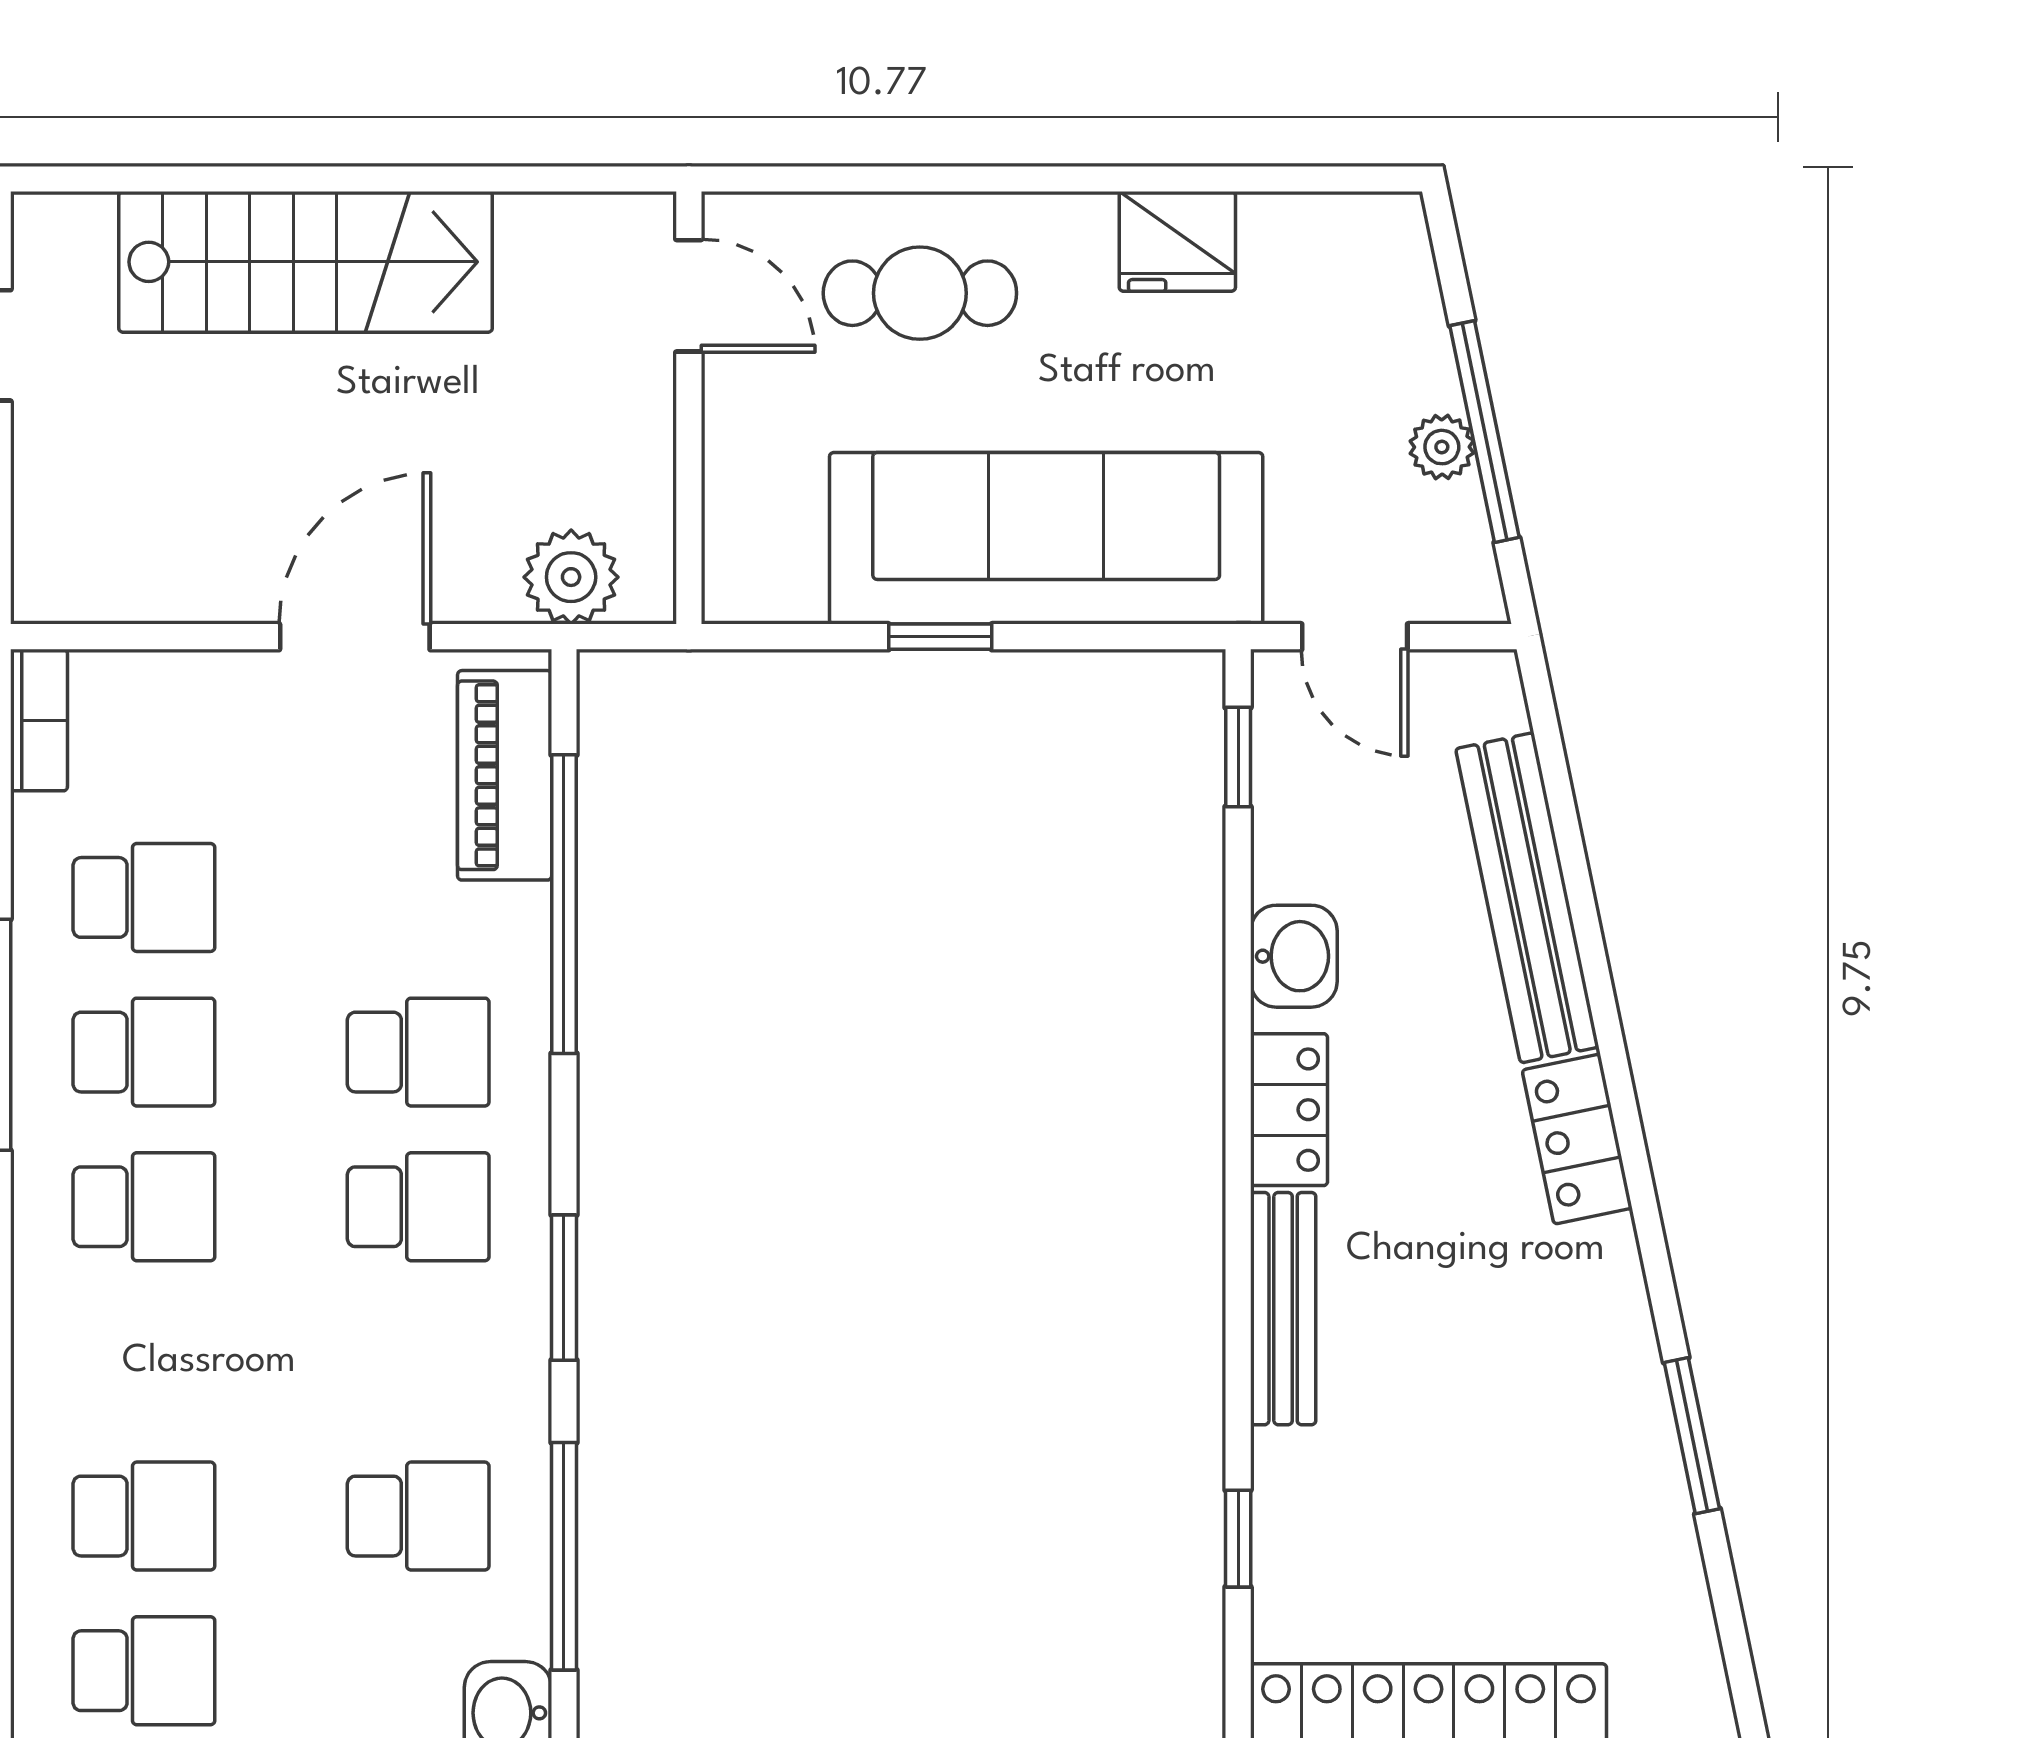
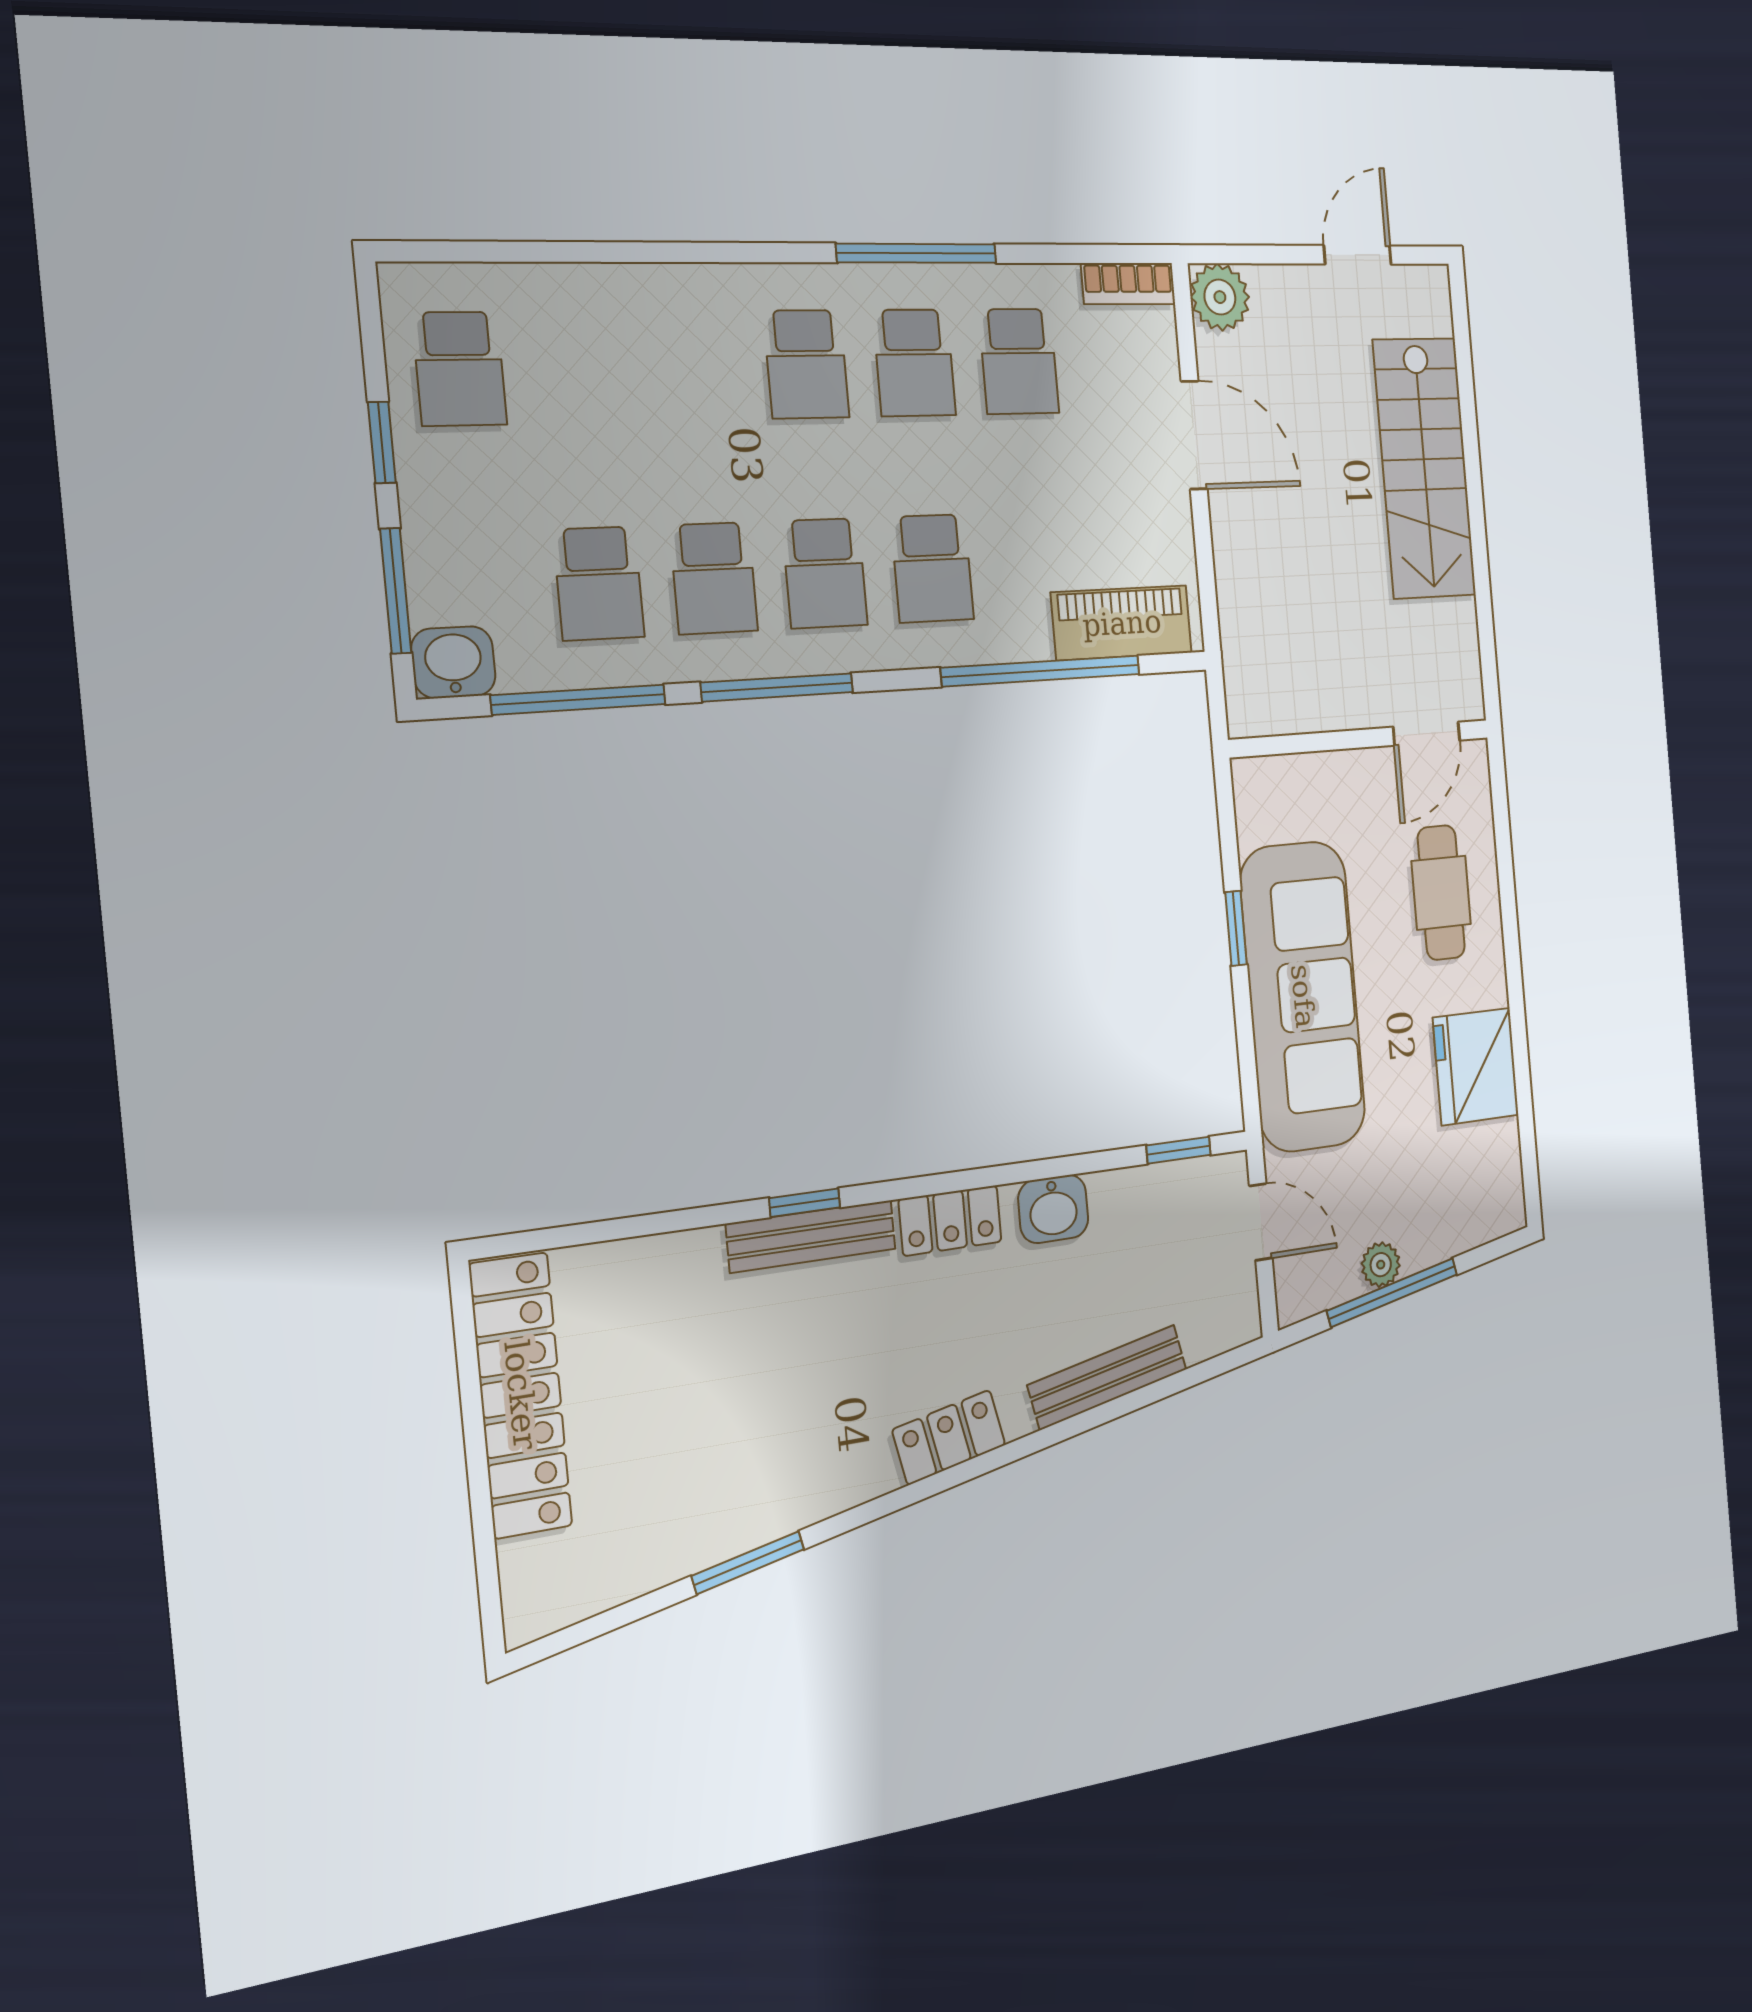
fridge: (1177, 241) -> (1476, 1066), width x1.36, depth x1.34
plant: (571, 577) -> (1220, 297), moved
door: (355, 637) -> (1194, 435), moved
door: (1355, 637) -> (1261, 1222), swing flipped
bench: (1527, 898) -> (1108, 1377), width x0.73, depth x0.82
window: (564, 1288) -> (777, 687), width x1.44
school desk: (144, 1516) -> (714, 578), moved
window: (1238, 1539) -> (805, 1203), moved

